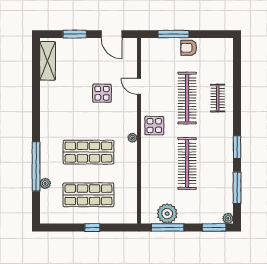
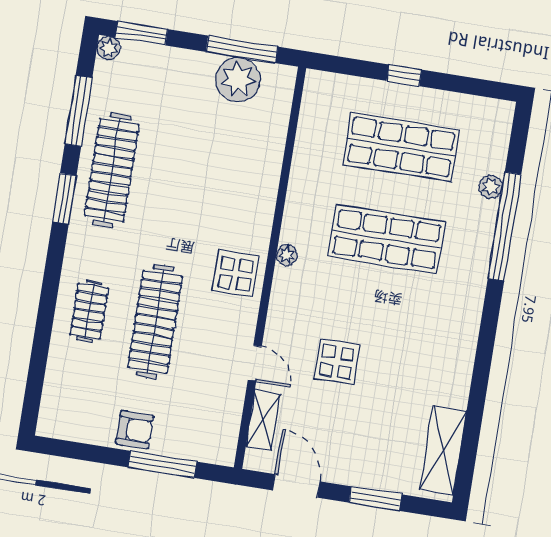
shelving: (131, 61) -> (263, 420), added
clothes rail: (187, 163) -> (112, 170), moved

